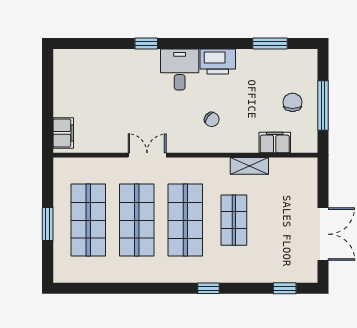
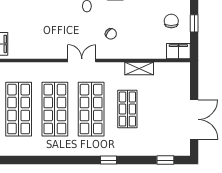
window: (323, 105) -> (194, 23), width x0.46
filing cabinet: (275, 142) -> (178, 51), moved
double door: (147, 155) -> (82, 60), moved

